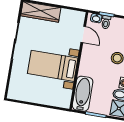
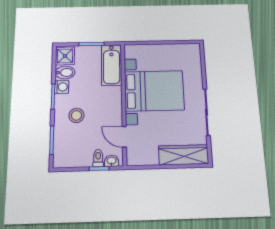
bed with nightstands: (53, 66) -> (154, 91), width x1.36

